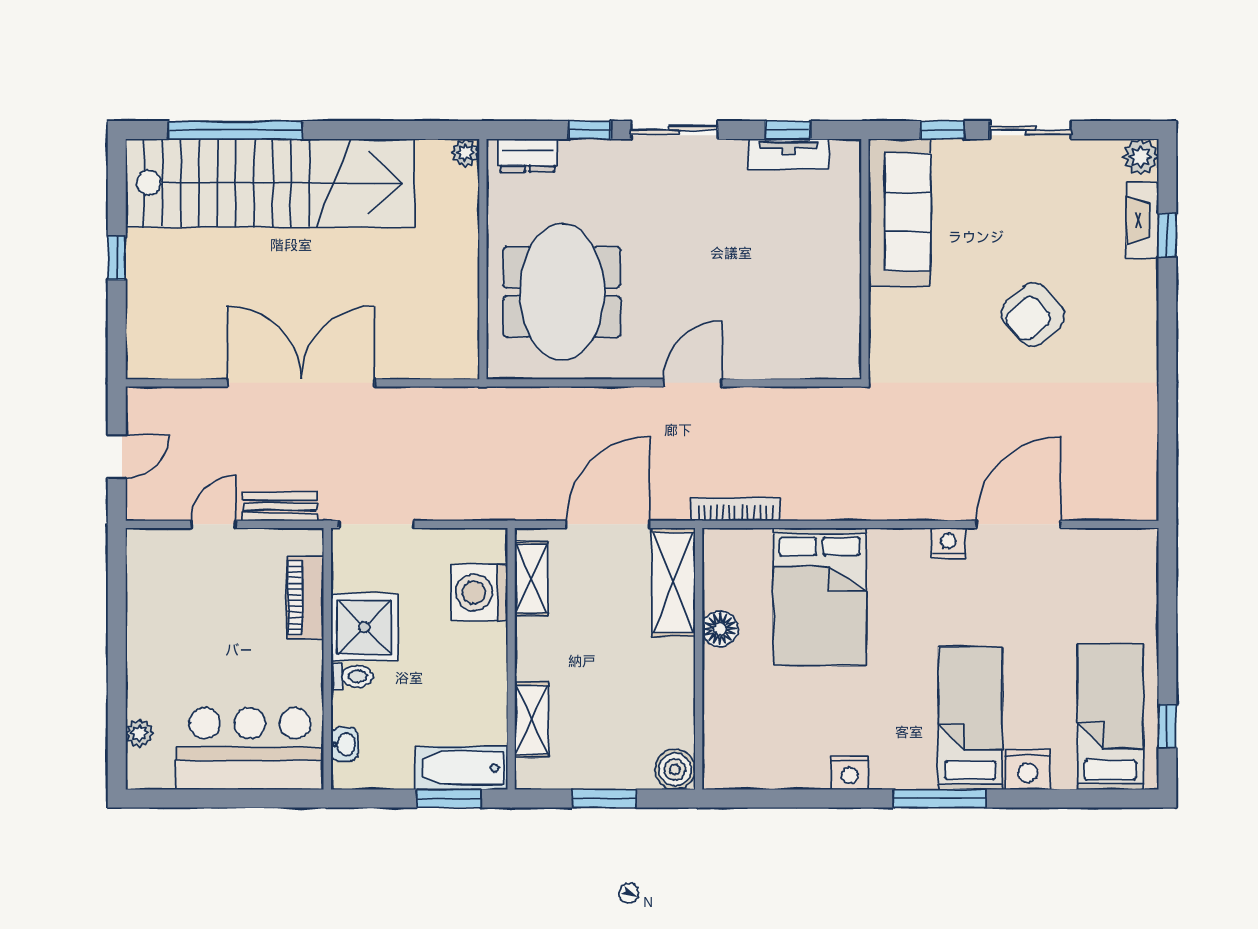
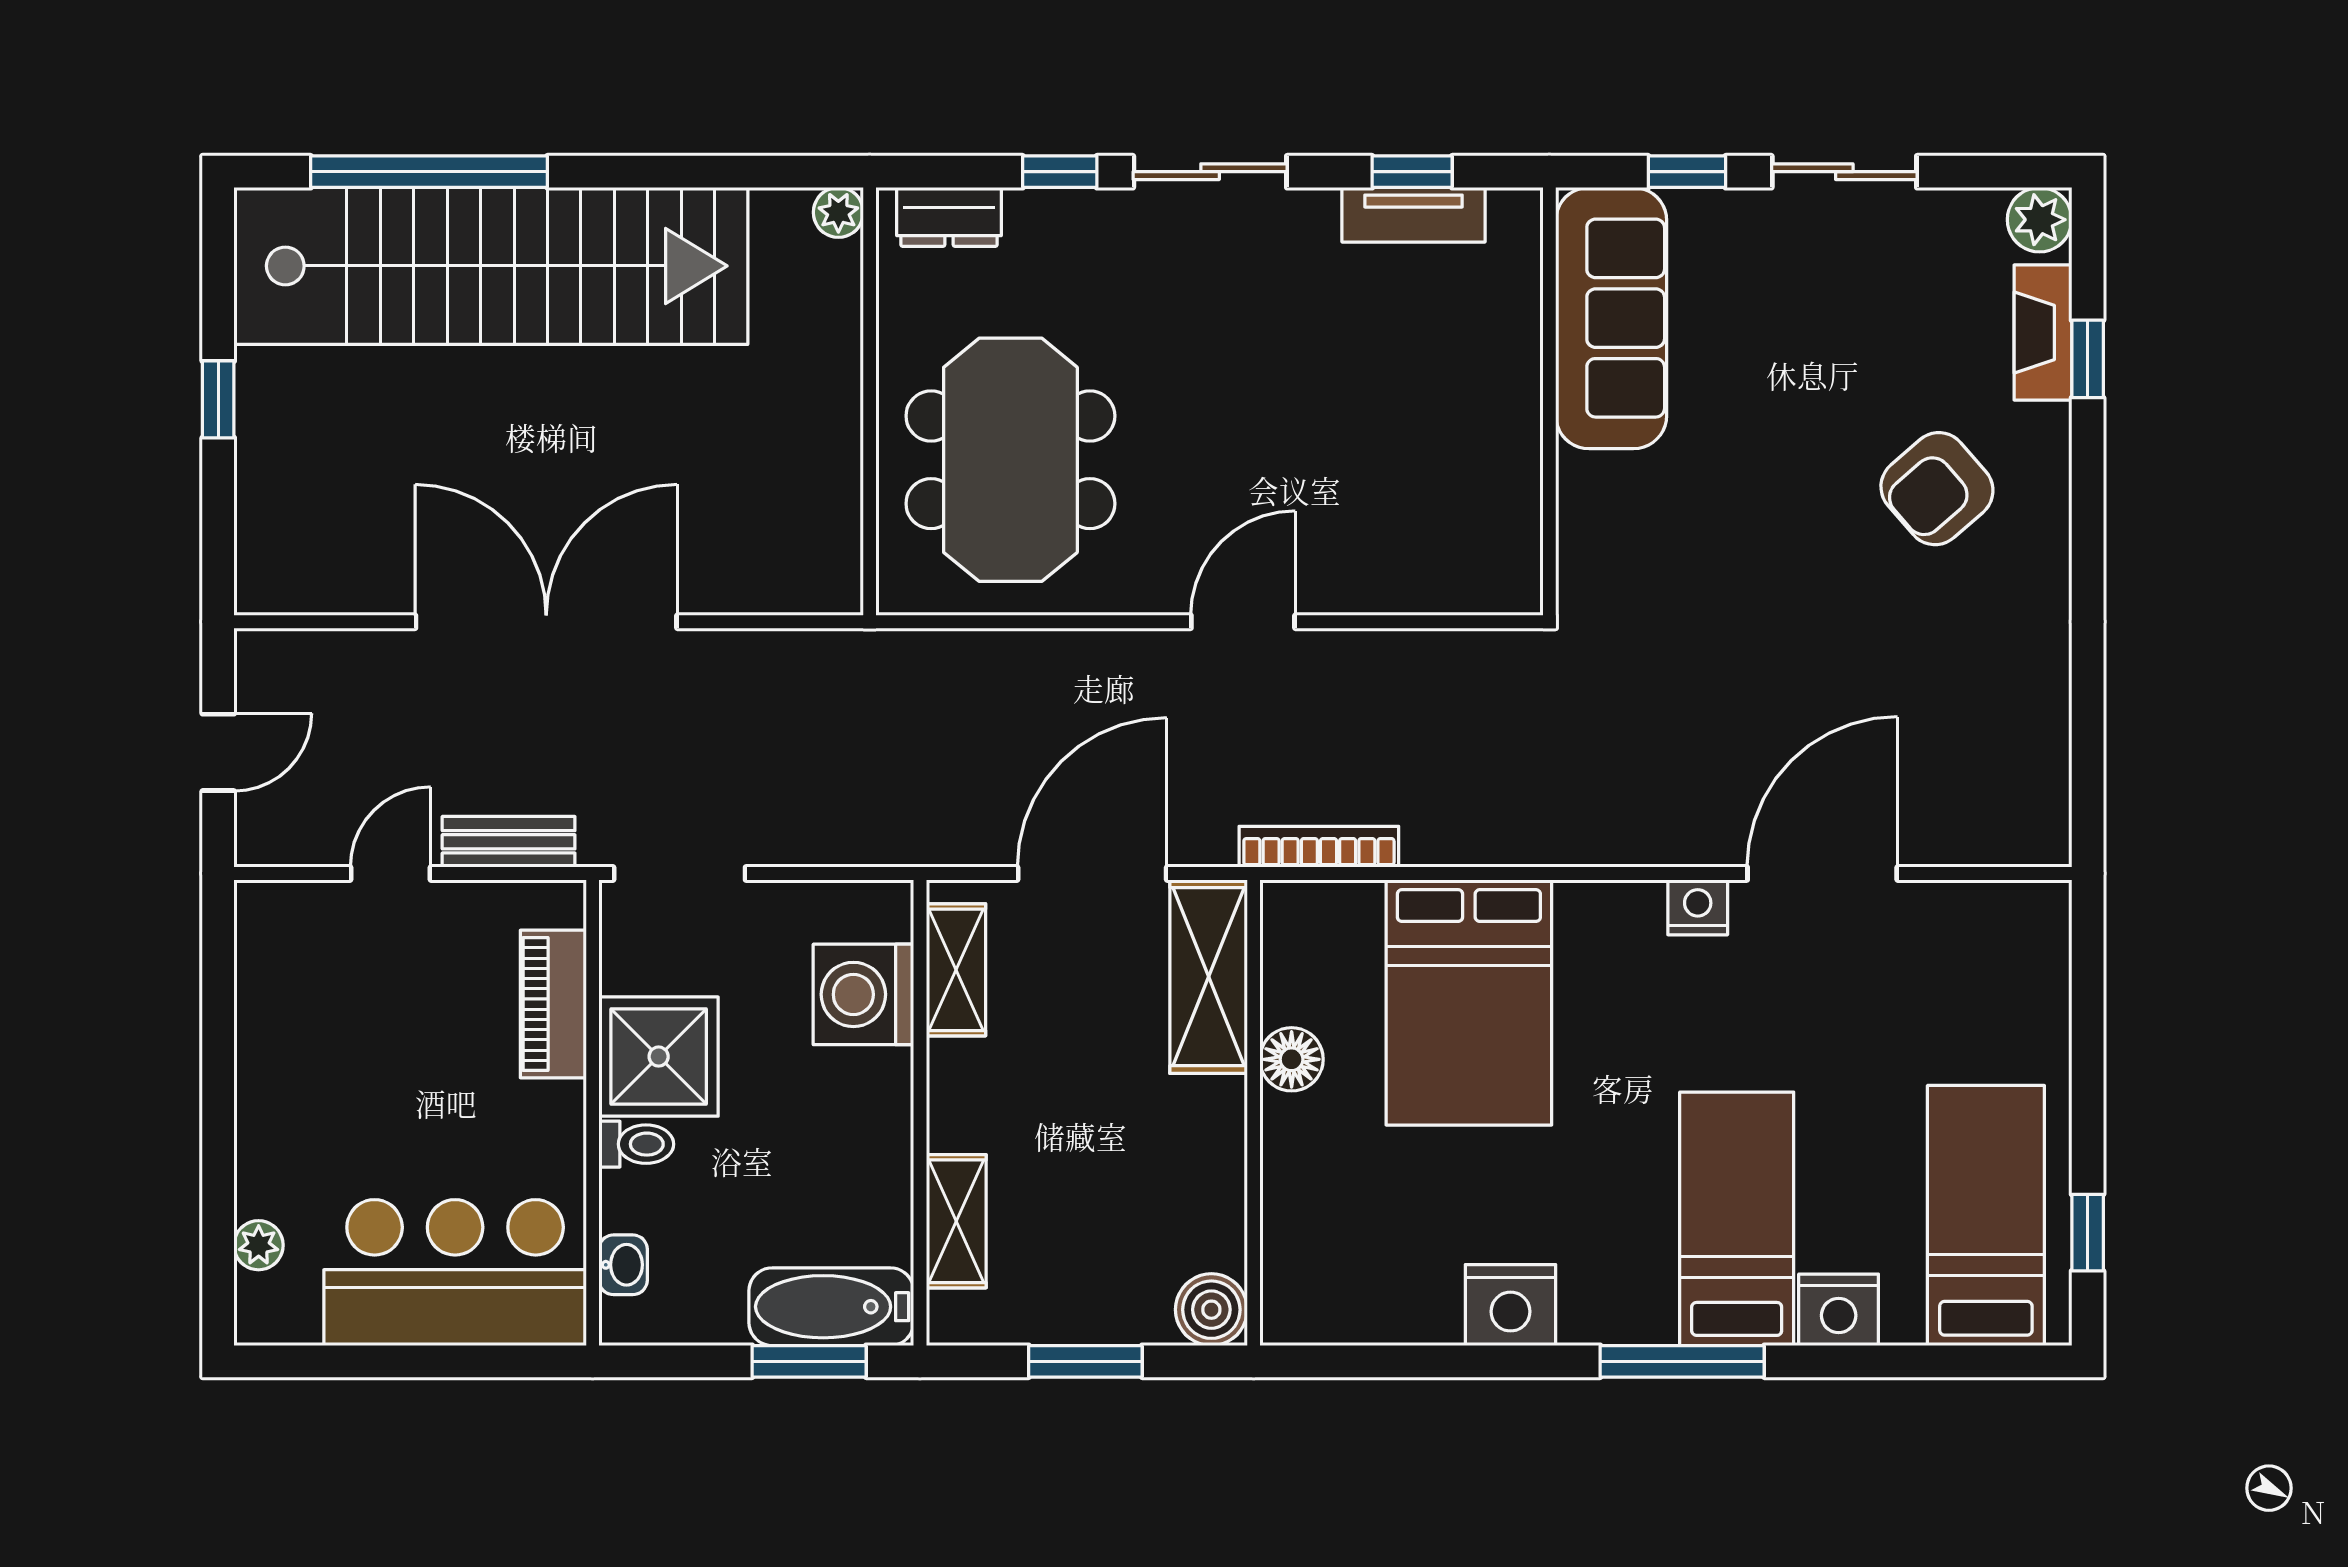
armchair: (1033, 314) -> (1937, 489), moved
nightstand: (850, 773) -> (1510, 1305), width x1.36, depth x1.33

